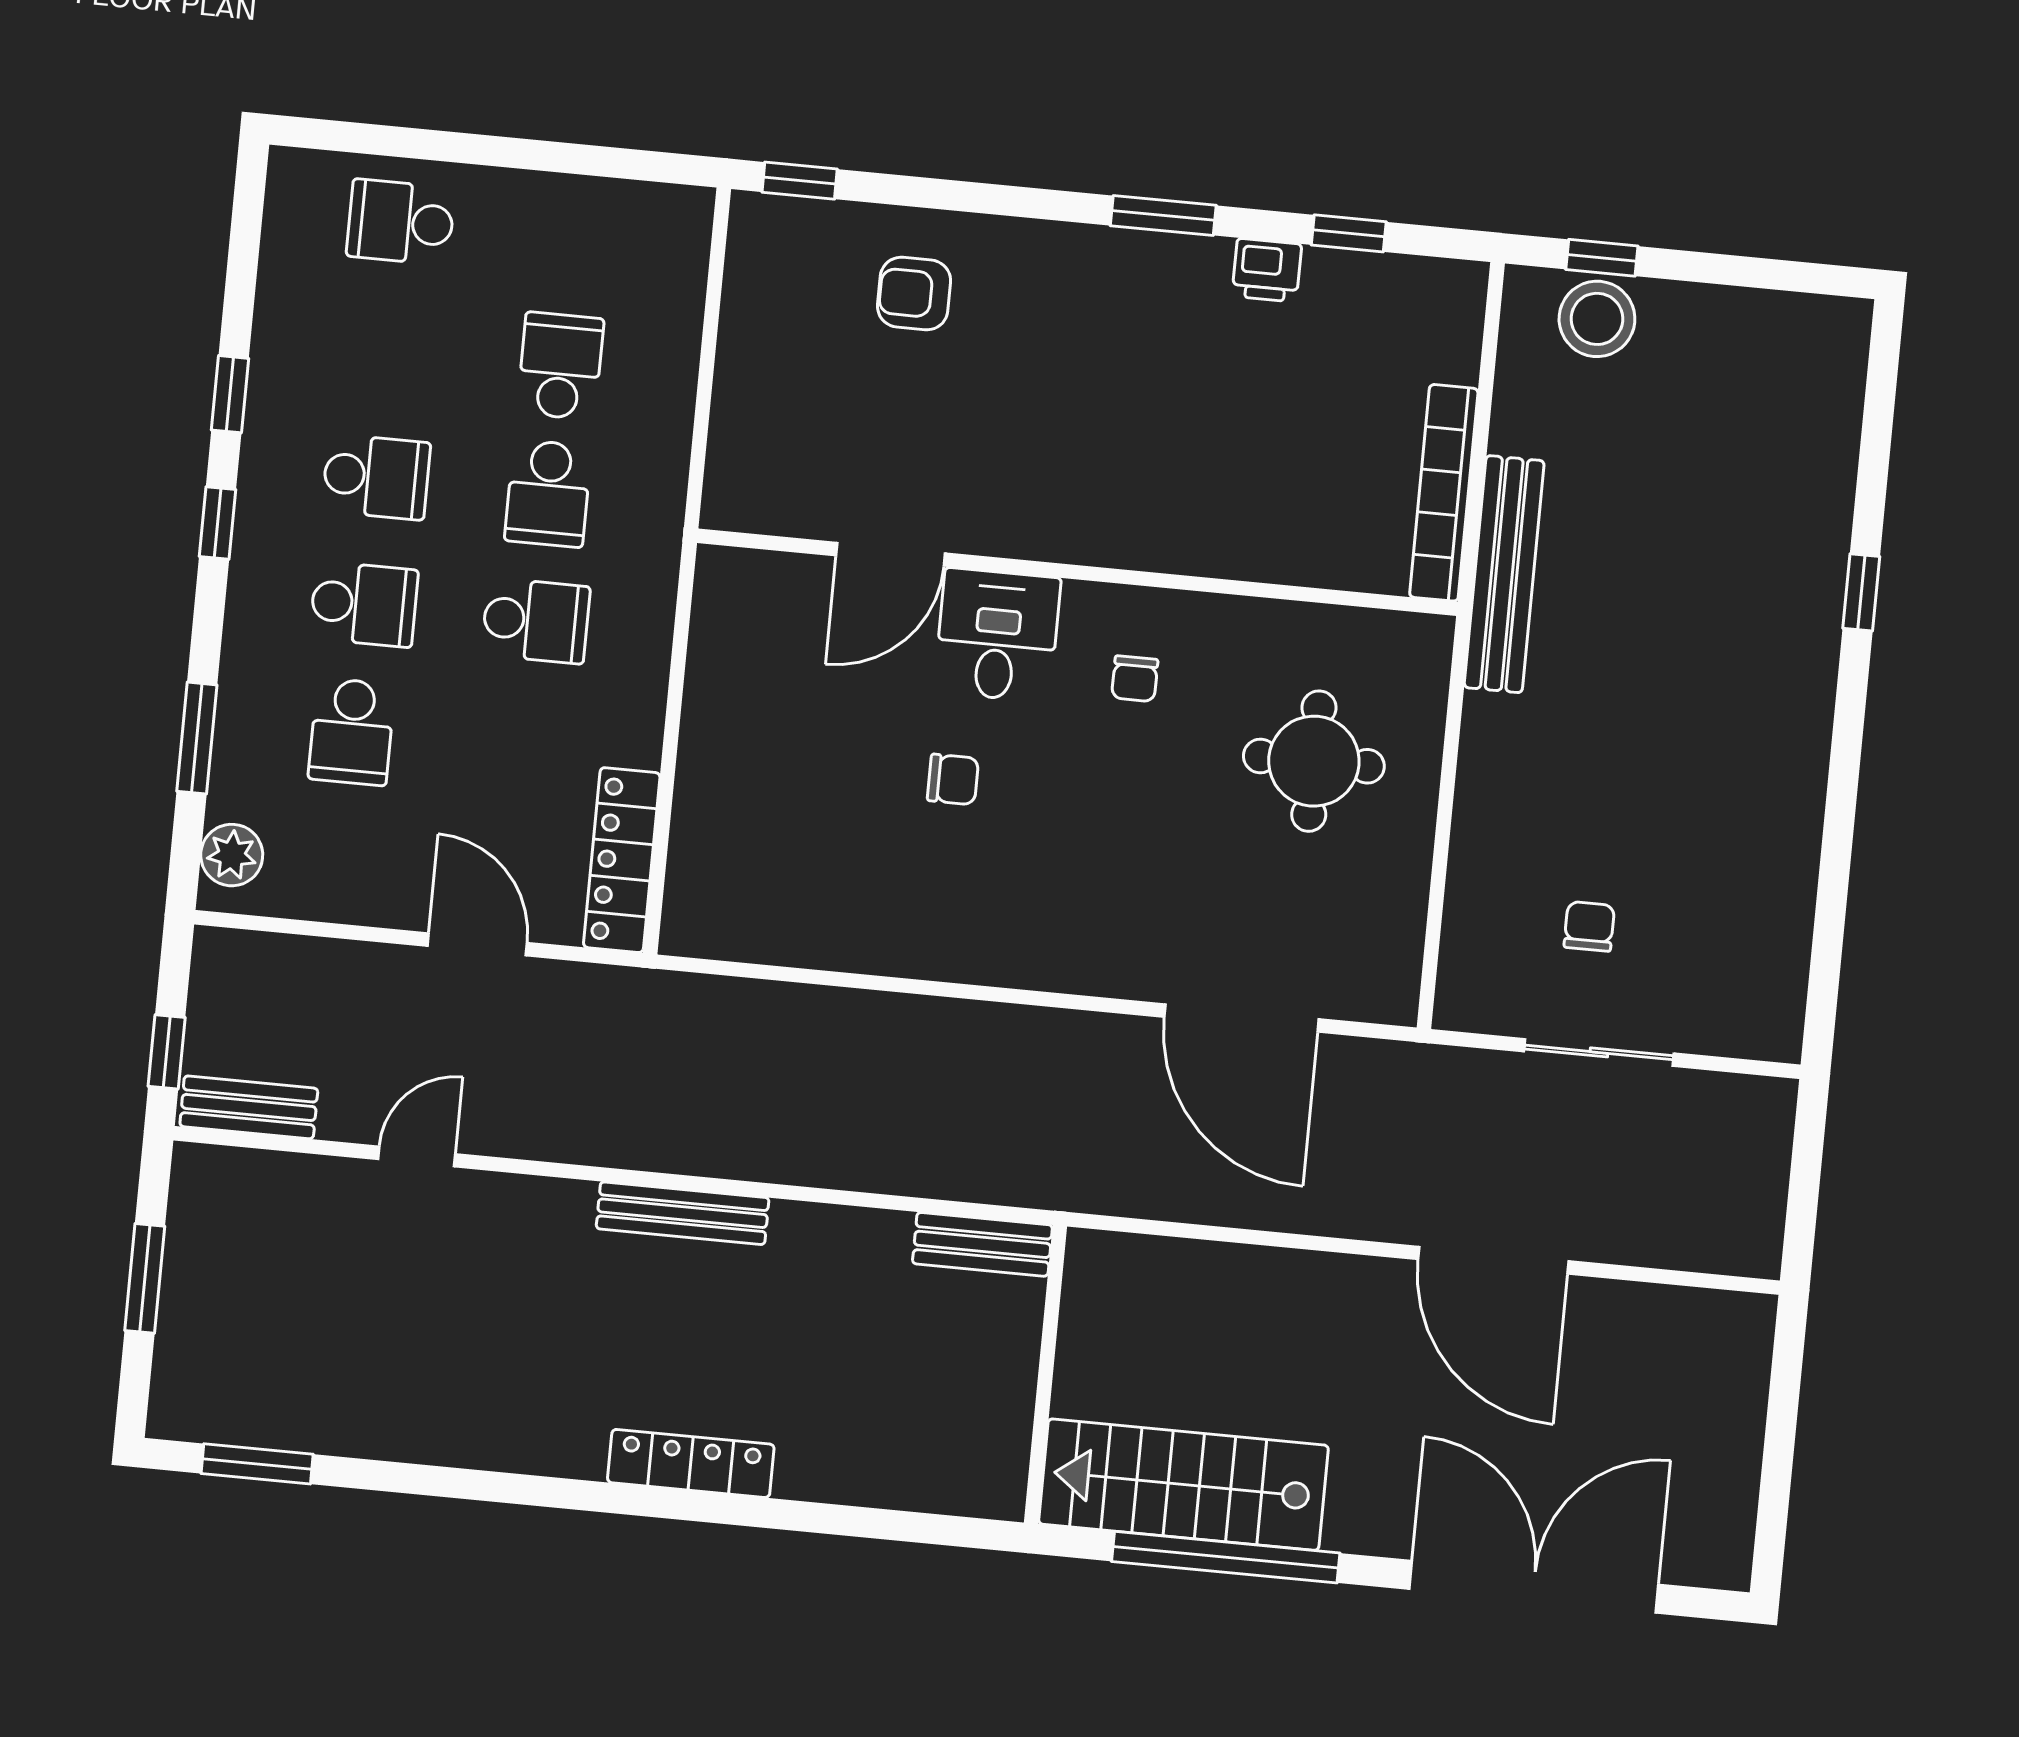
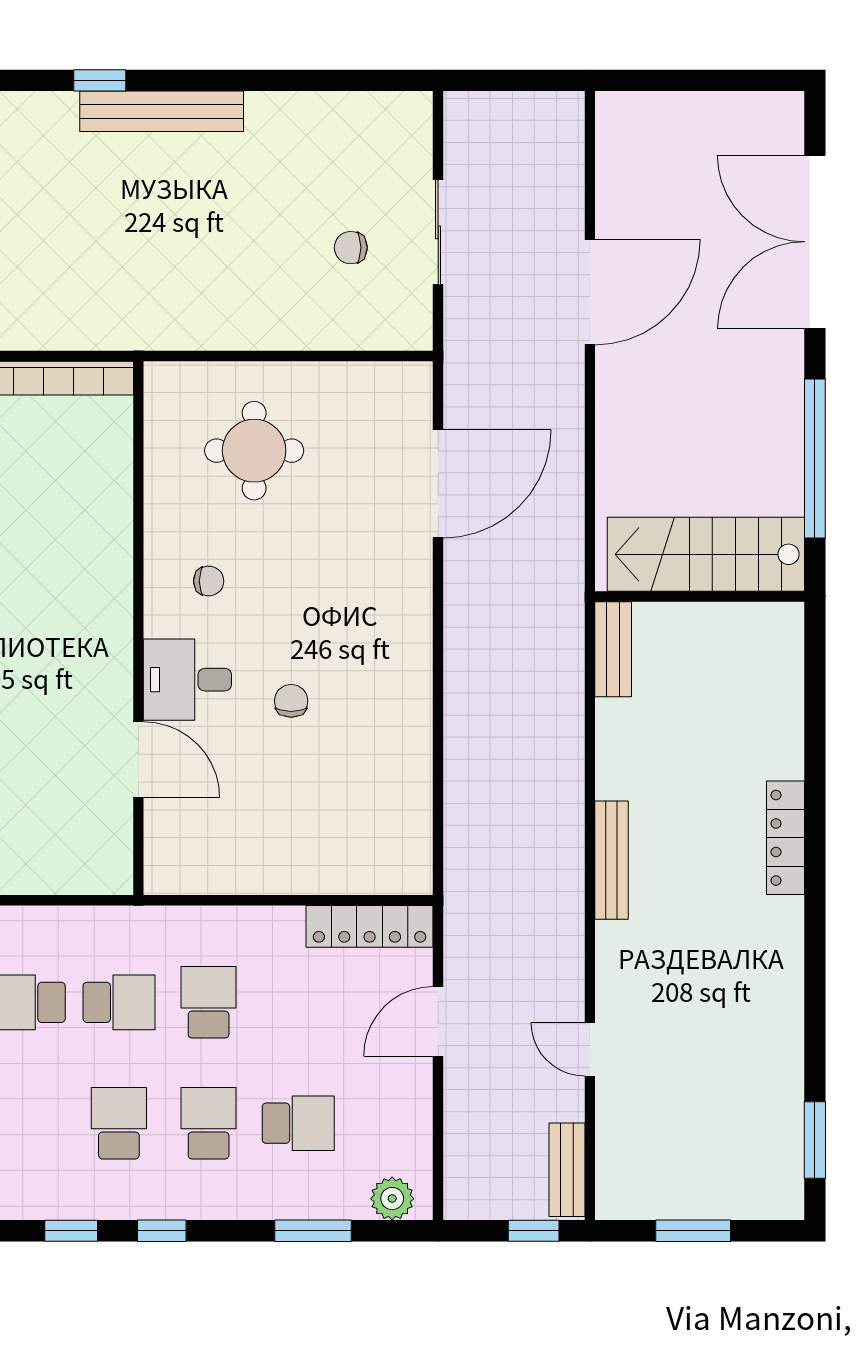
bench: (1504, 574) -> (162, 111), moved
stairs: (1183, 1485) -> (706, 554), moved, turned 90

